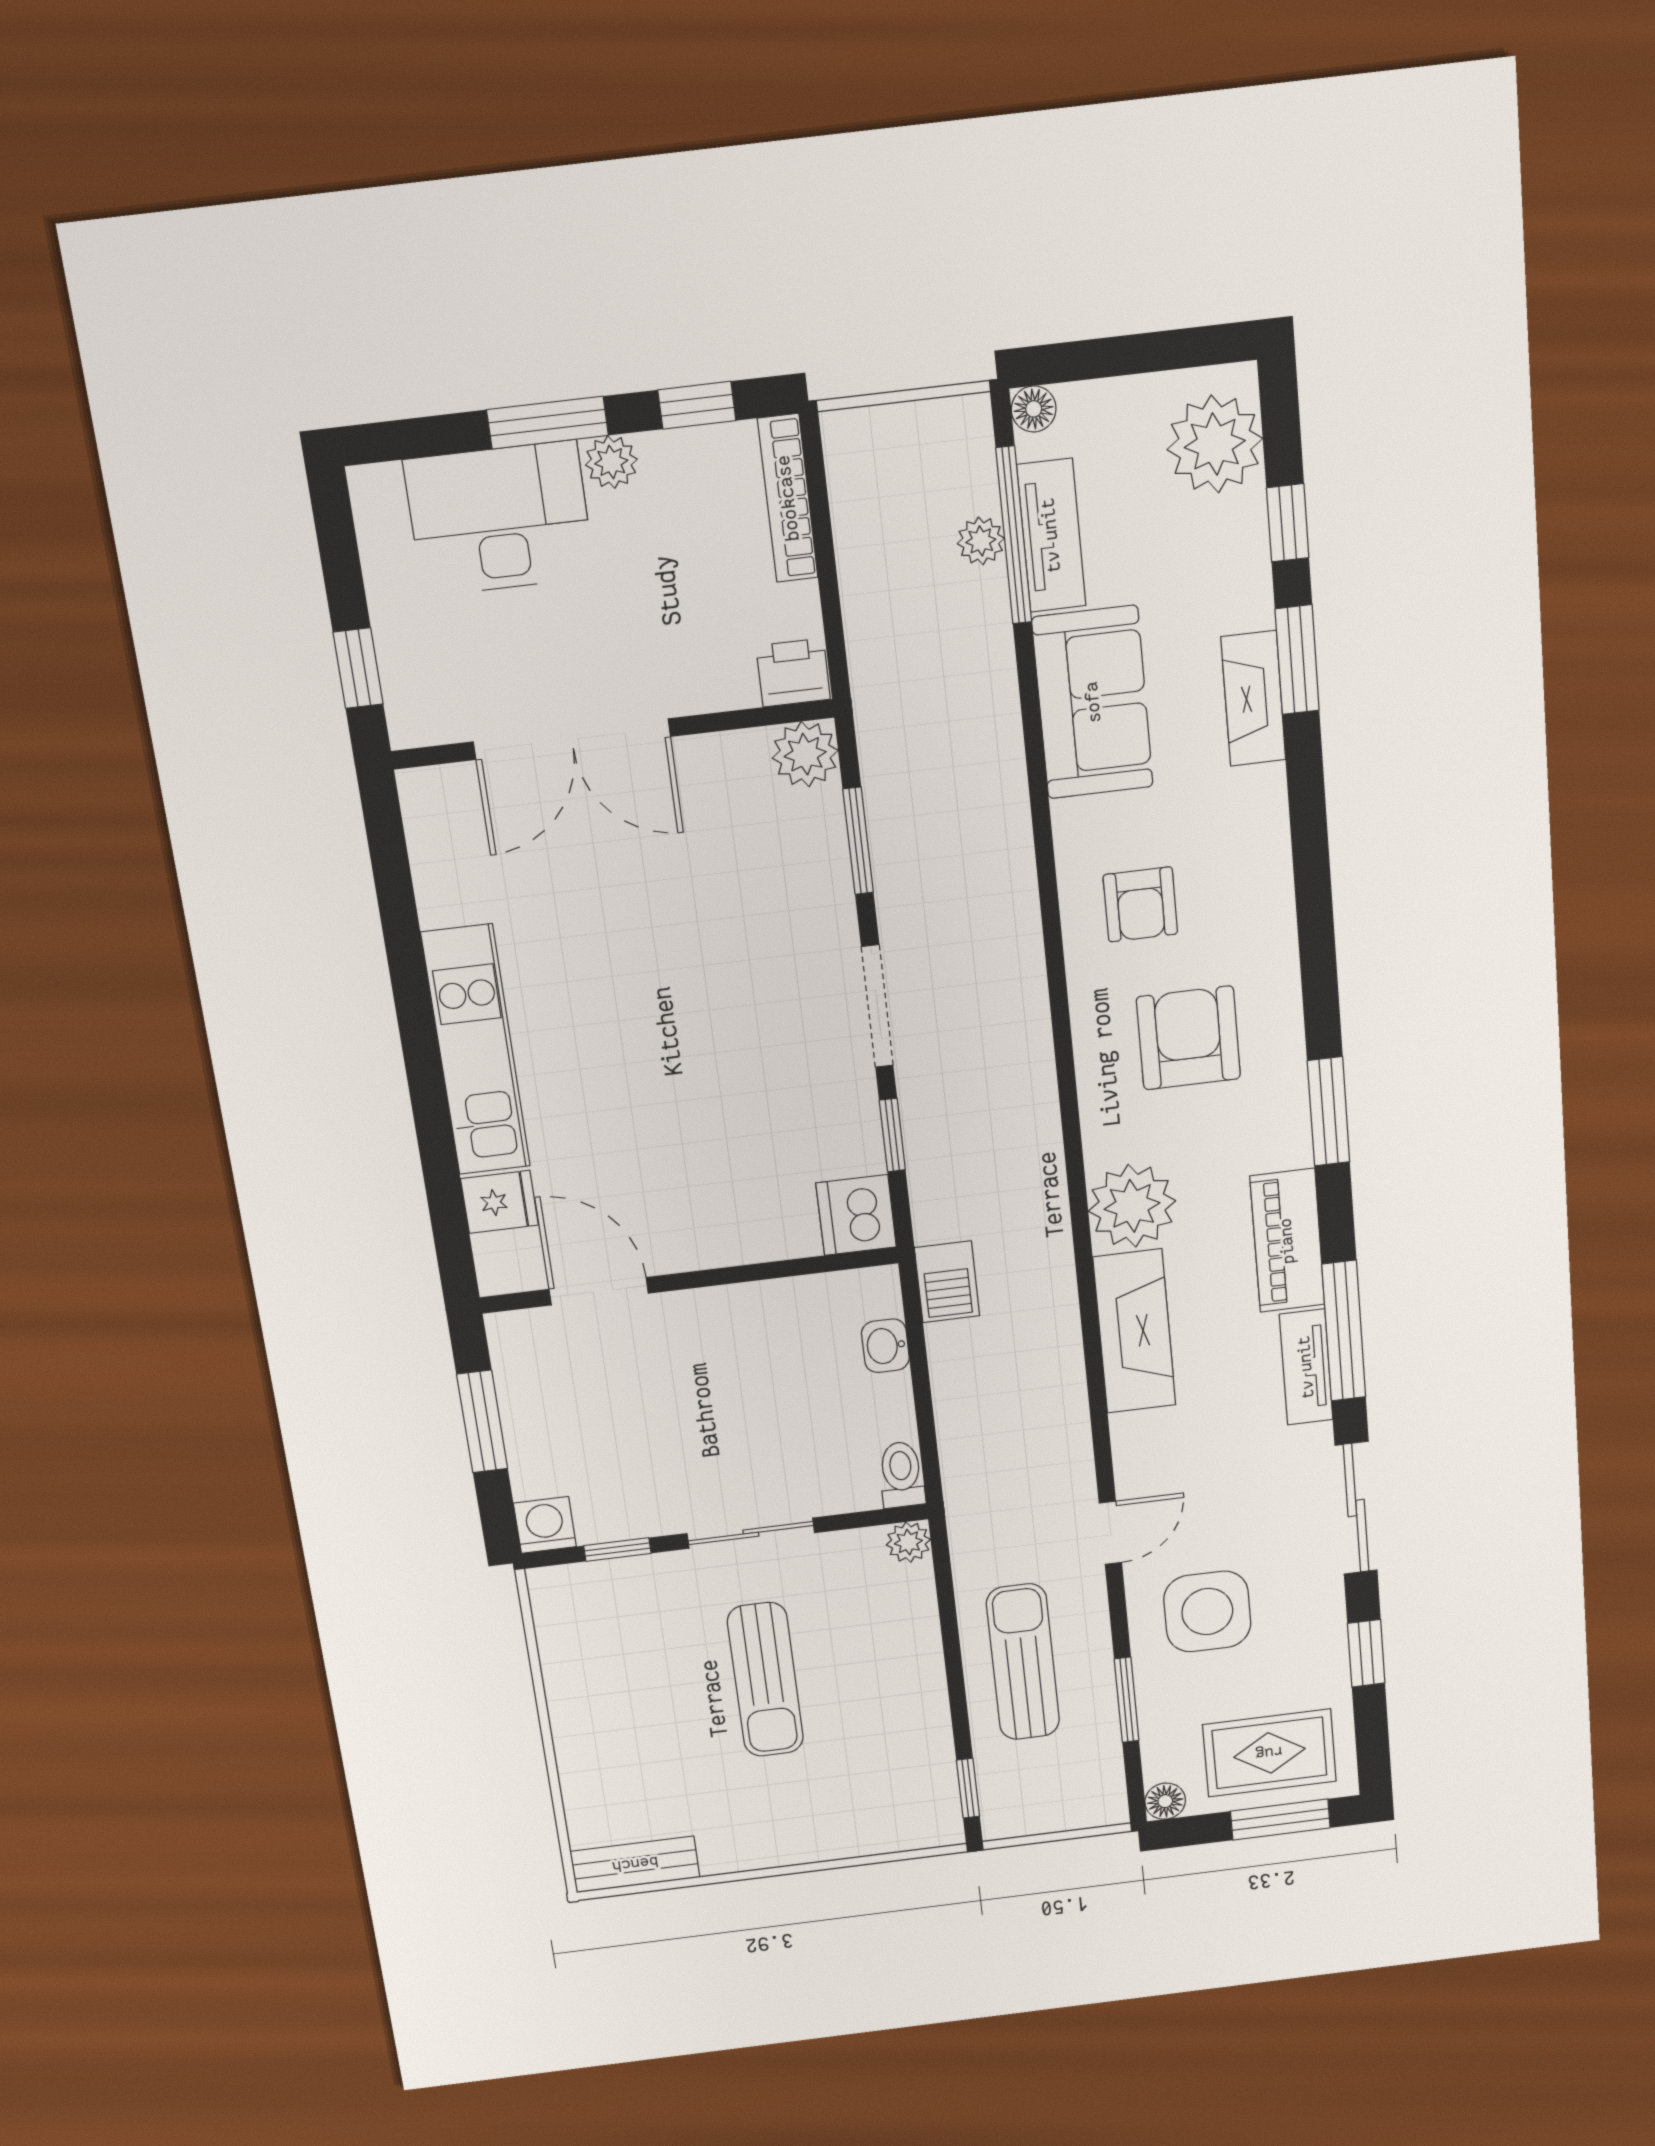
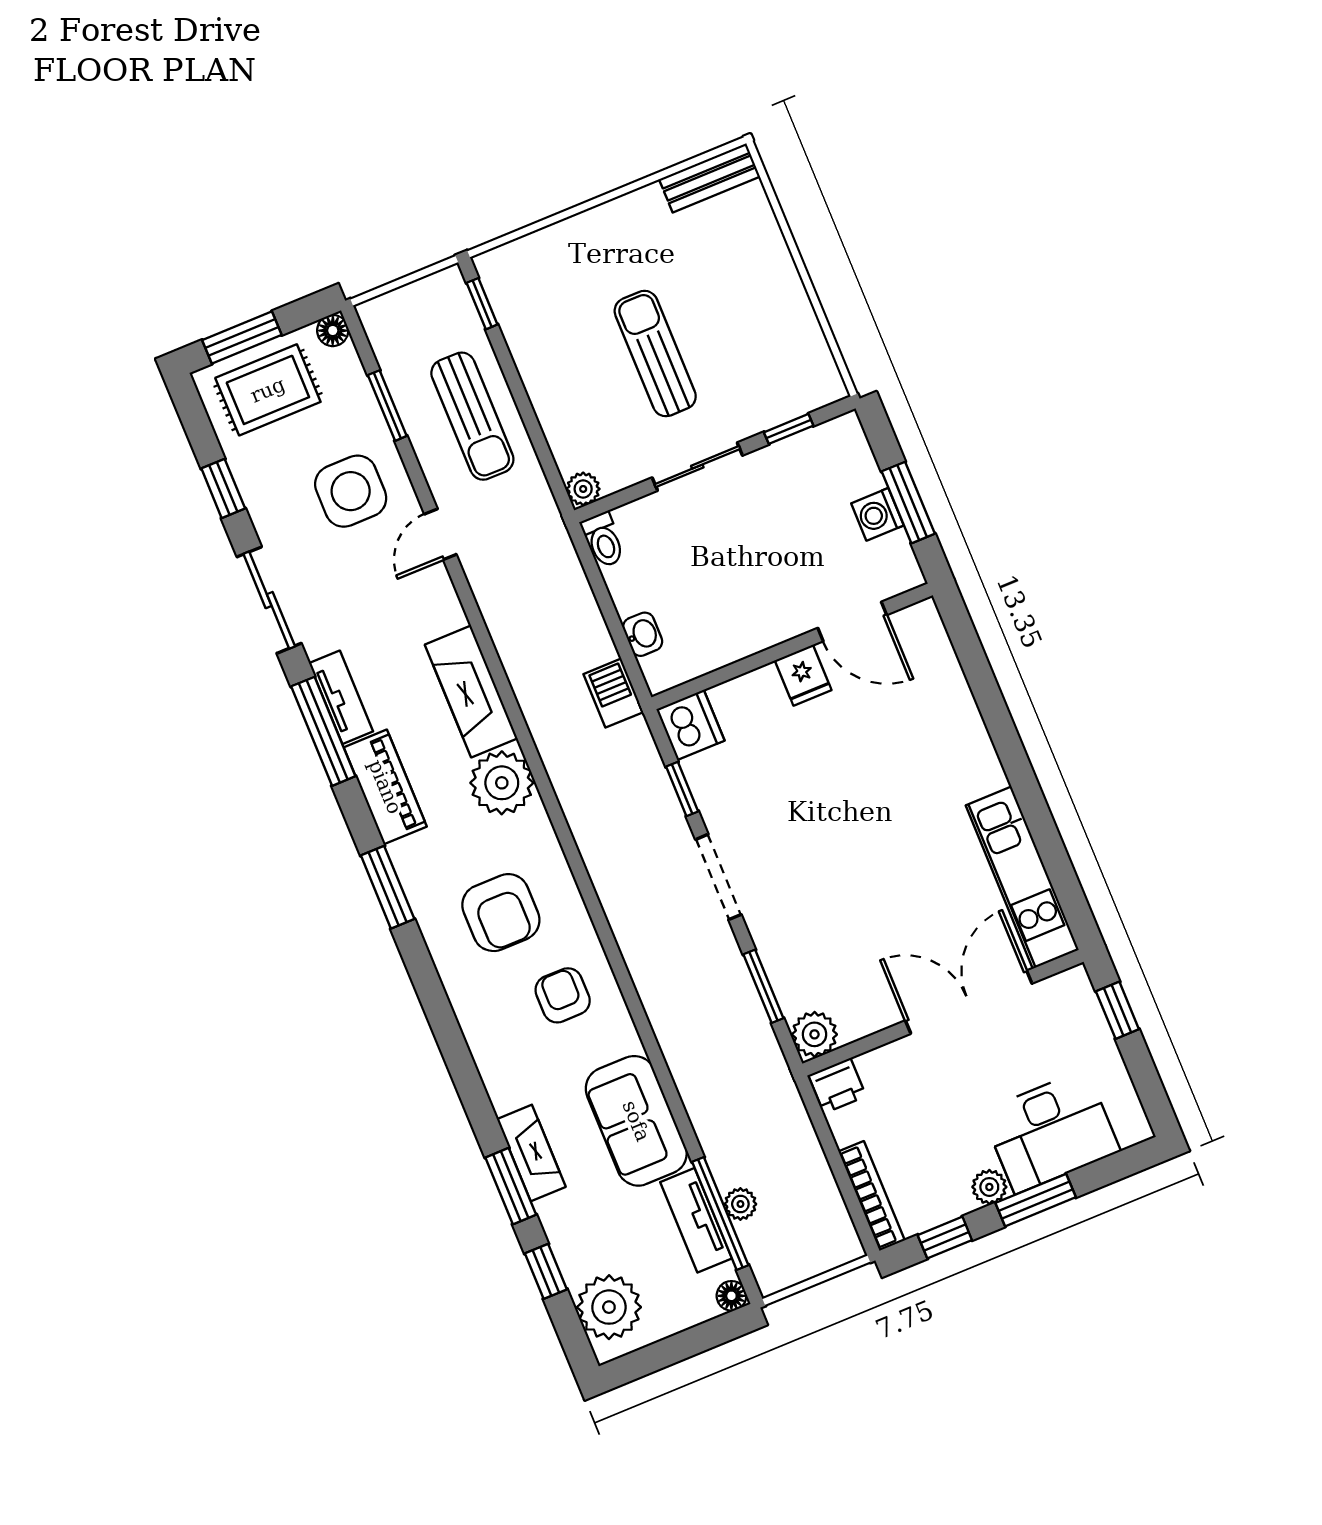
kitchen unit: (476, 1050) -> (1022, 878), moved
fridge: (500, 1202) -> (803, 675), moved, turned -90
washing machine: (545, 1525) -> (877, 514), moved, turned 90

